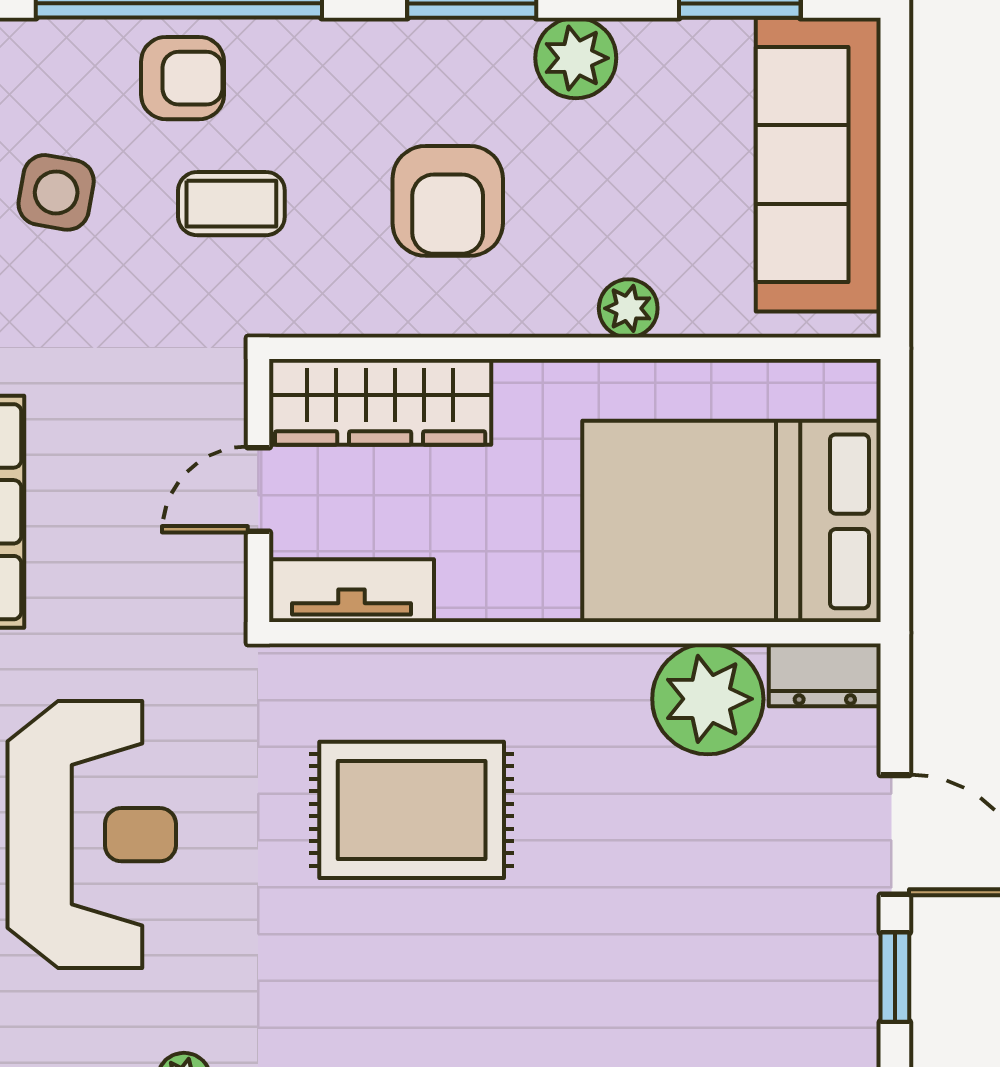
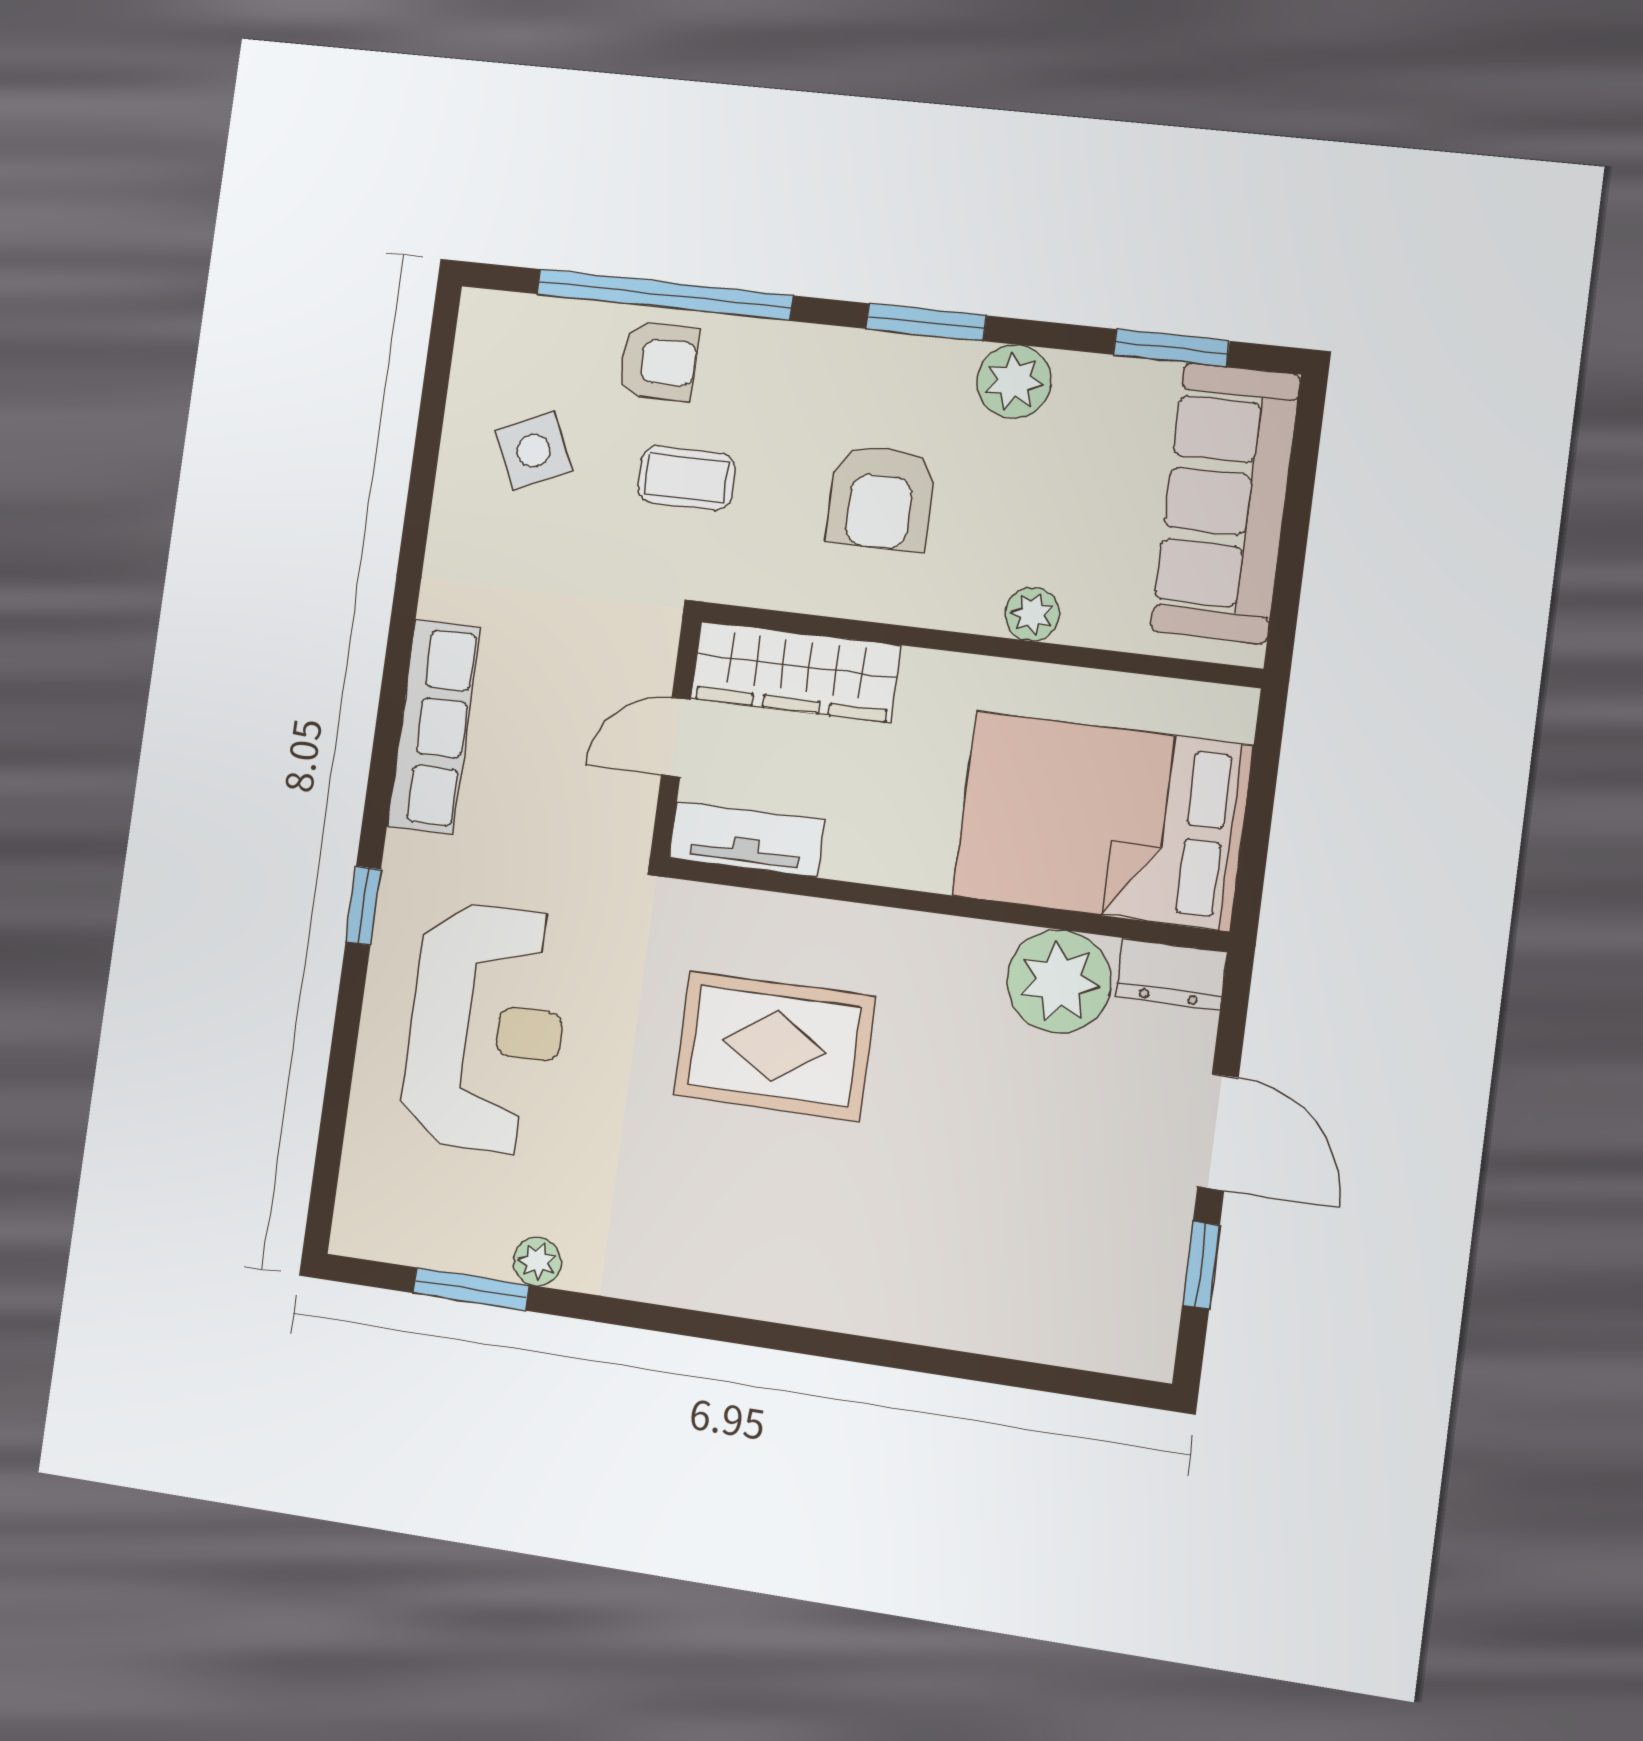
side table: (56, 192) -> (533, 451), turned -35

